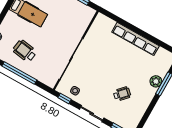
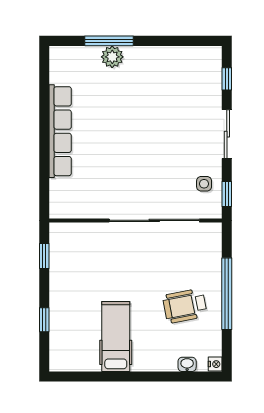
wheelchair: (25, 51) -> (185, 306), turned 70
wheelchair: (122, 94) -> (165, 102), removed

